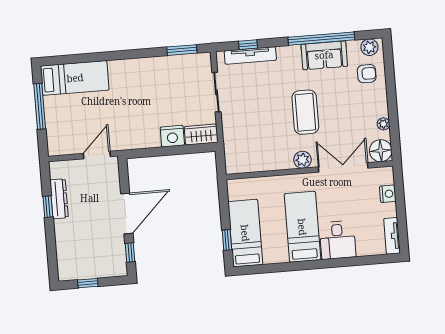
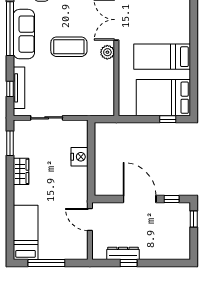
sofa: (324, 55) -> (24, 34), width x1.36
wardrobe: (201, 135) -> (21, 171), moved, turned 180
bed: (245, 233) -> (163, 98), width x1.50
desk: (338, 240) -> (175, 29), removed
window: (88, 283) -> (194, 219), moved

